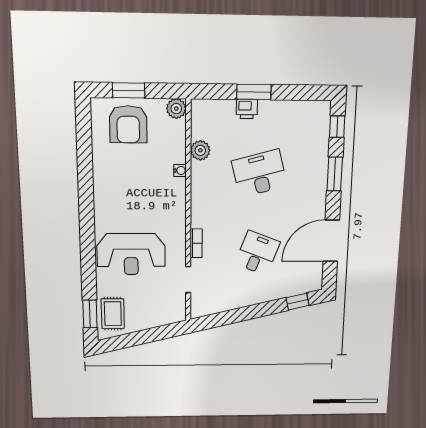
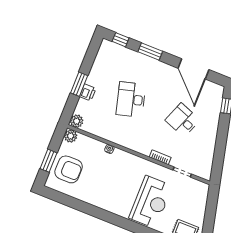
plant: (200, 150) -> (77, 121), moved

